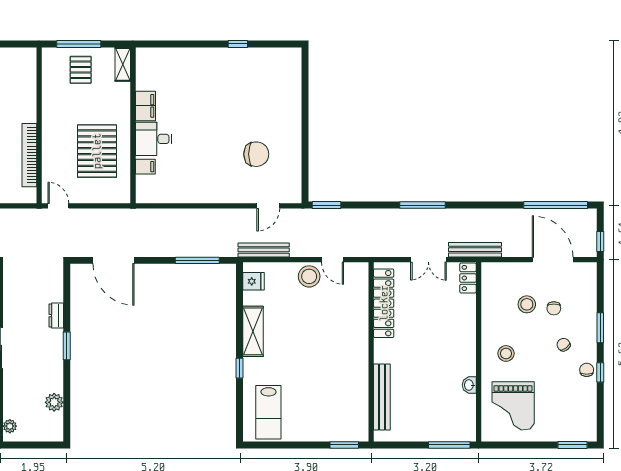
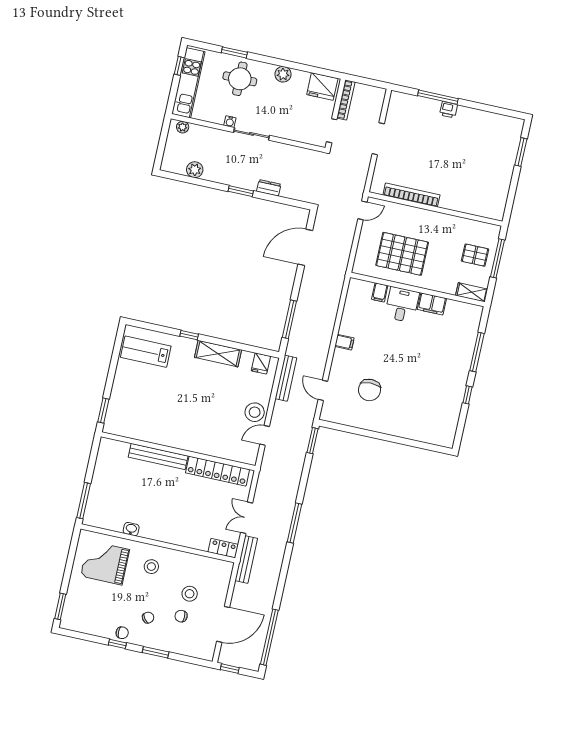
window: (188, 44) -> (477, 352), added
filing cabinet: (209, 194) -> (344, 342), added
bench: (382, 397) -> (158, 456), moved

